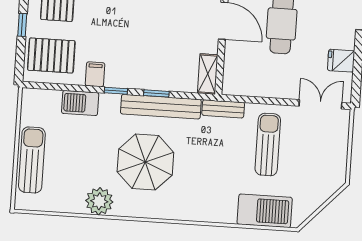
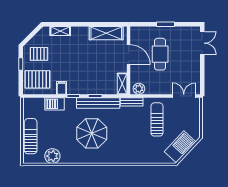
fridge: (341, 61) -> (193, 72), removed
plant: (238, 85) -> (139, 89), added
plant: (99, 201) -> (52, 156), moved
barbecue: (265, 211) -> (180, 147), moved, turned -47

